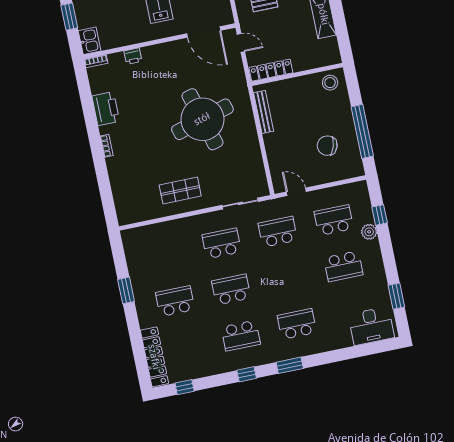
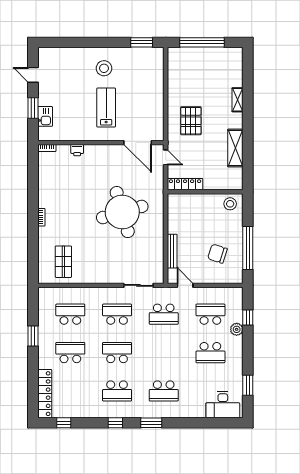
kitchen sink: (90, 41) -> (45, 116), moved
printer: (106, 109) -> (47, 187), removed
bench: (264, 112) -> (172, 251), moved
shop shelf: (180, 191) -> (63, 262), moved, turned 90
school desk: (278, 232) -> (164, 314), turned 180
school desk: (166, 255) -> (70, 314), added
school desk: (297, 324) -> (164, 391), turned 180

